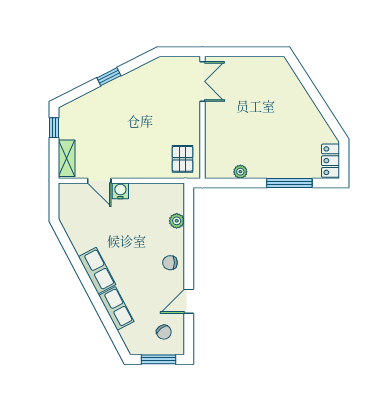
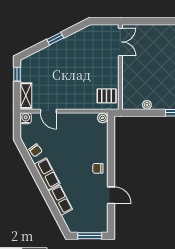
pallet: (183, 159) -> (107, 96), turned 90
water cooler: (120, 191) -> (26, 118), moved
plant: (177, 221) -> (103, 118), moved
door: (189, 301) -> (111, 195), swing flipped
chair: (164, 332) -> (36, 150), moved

